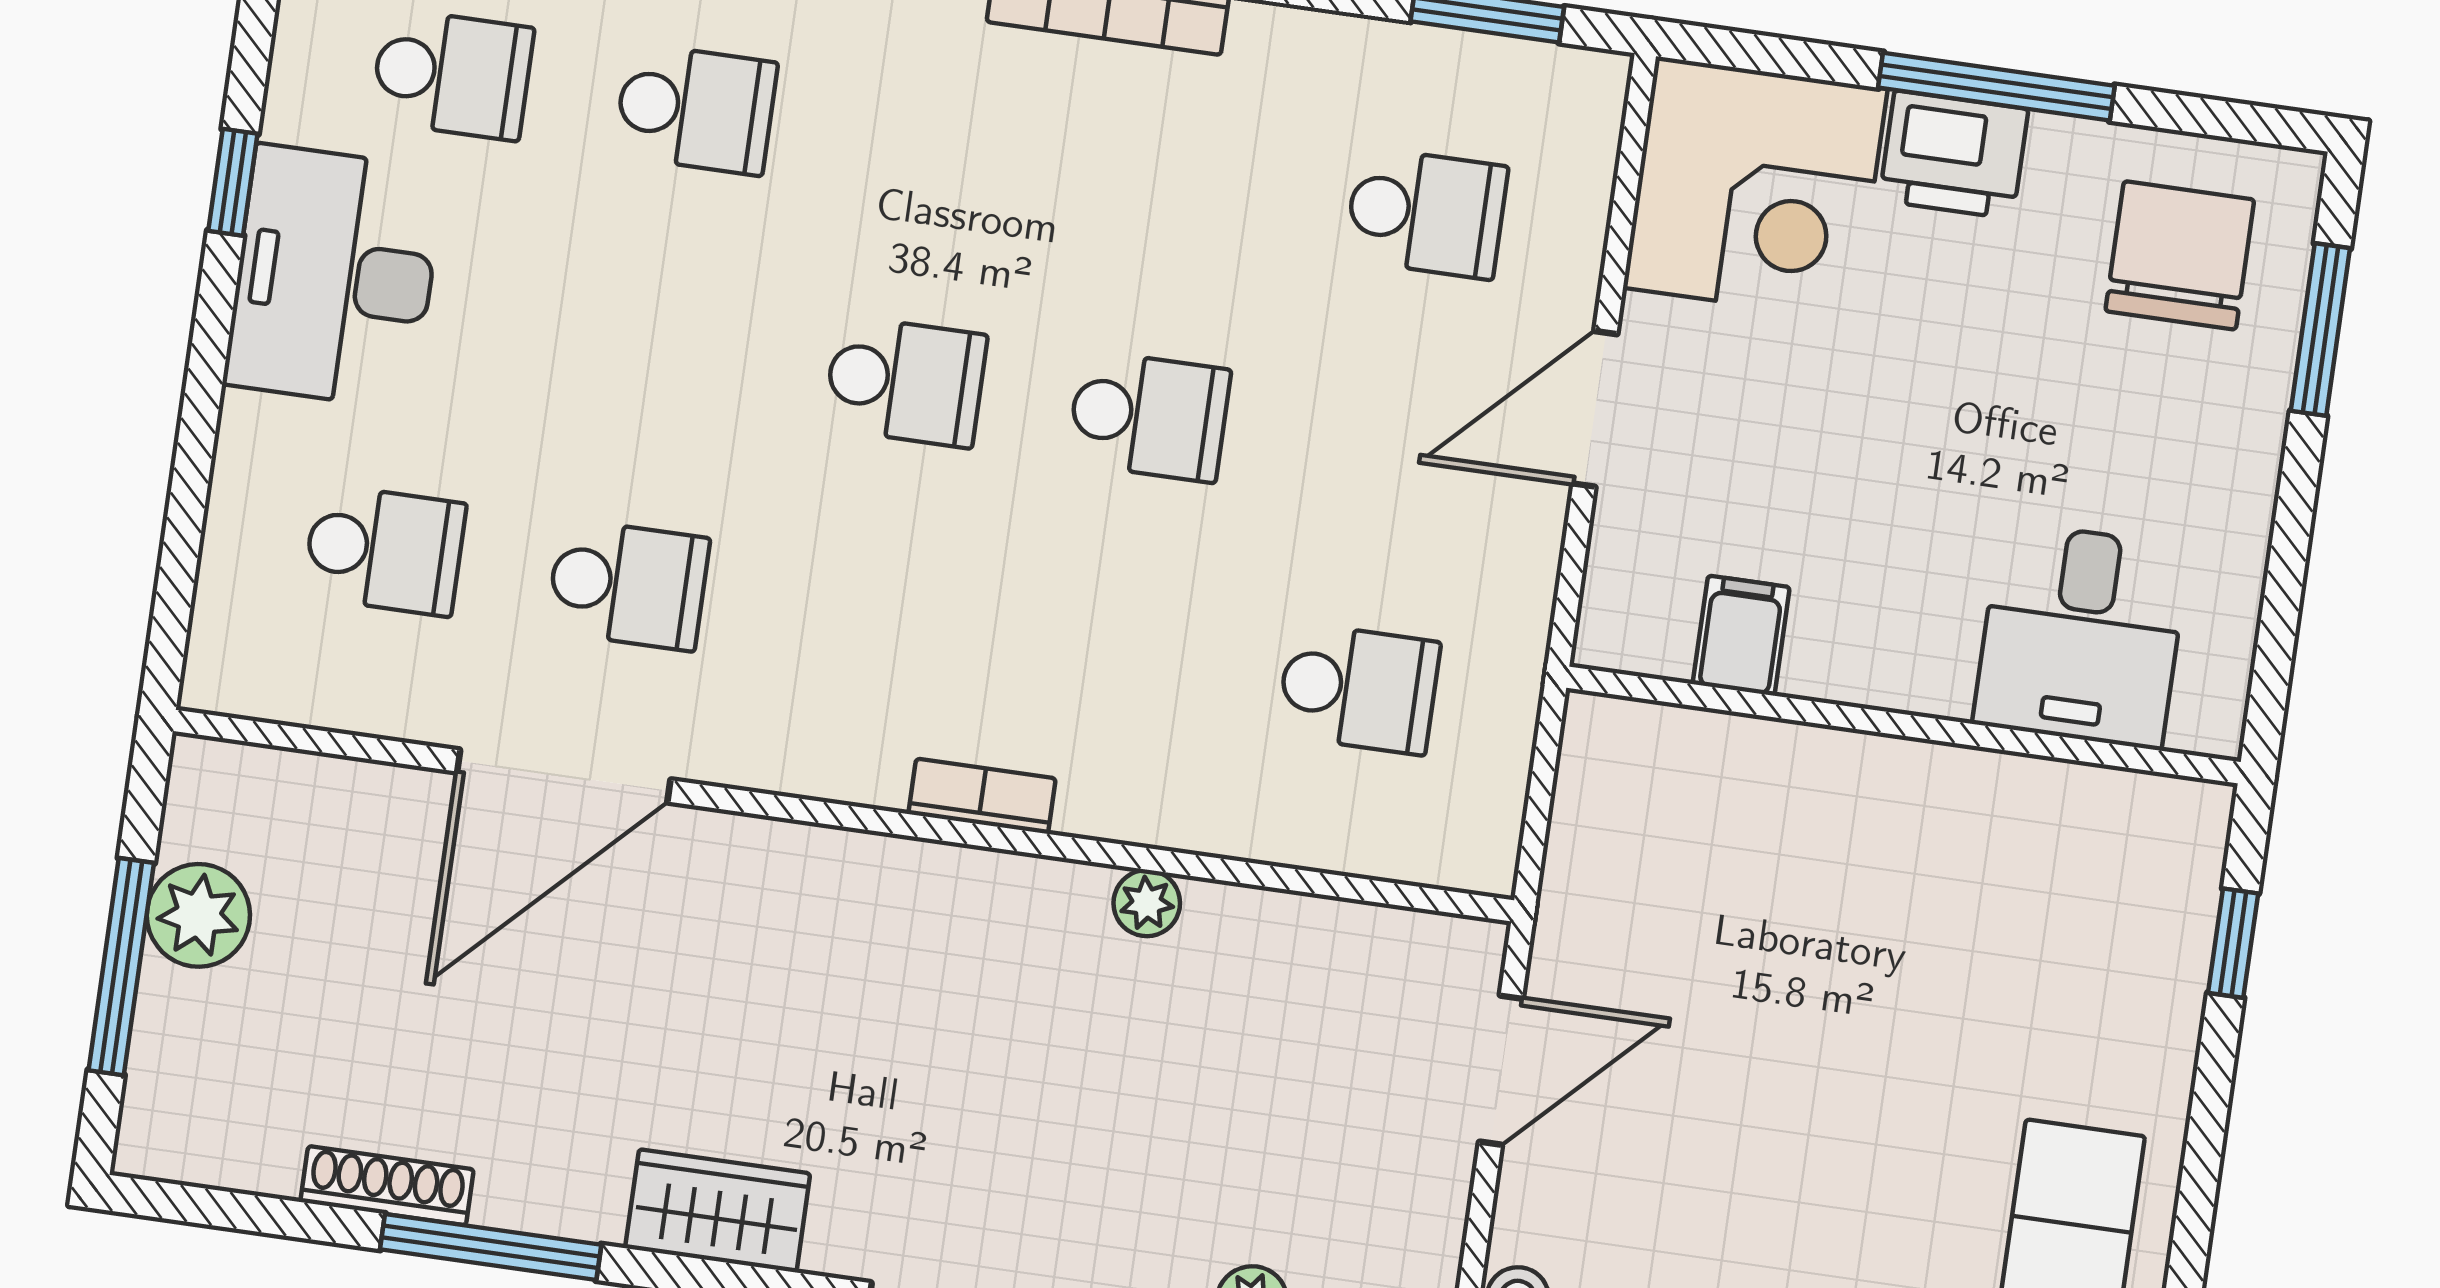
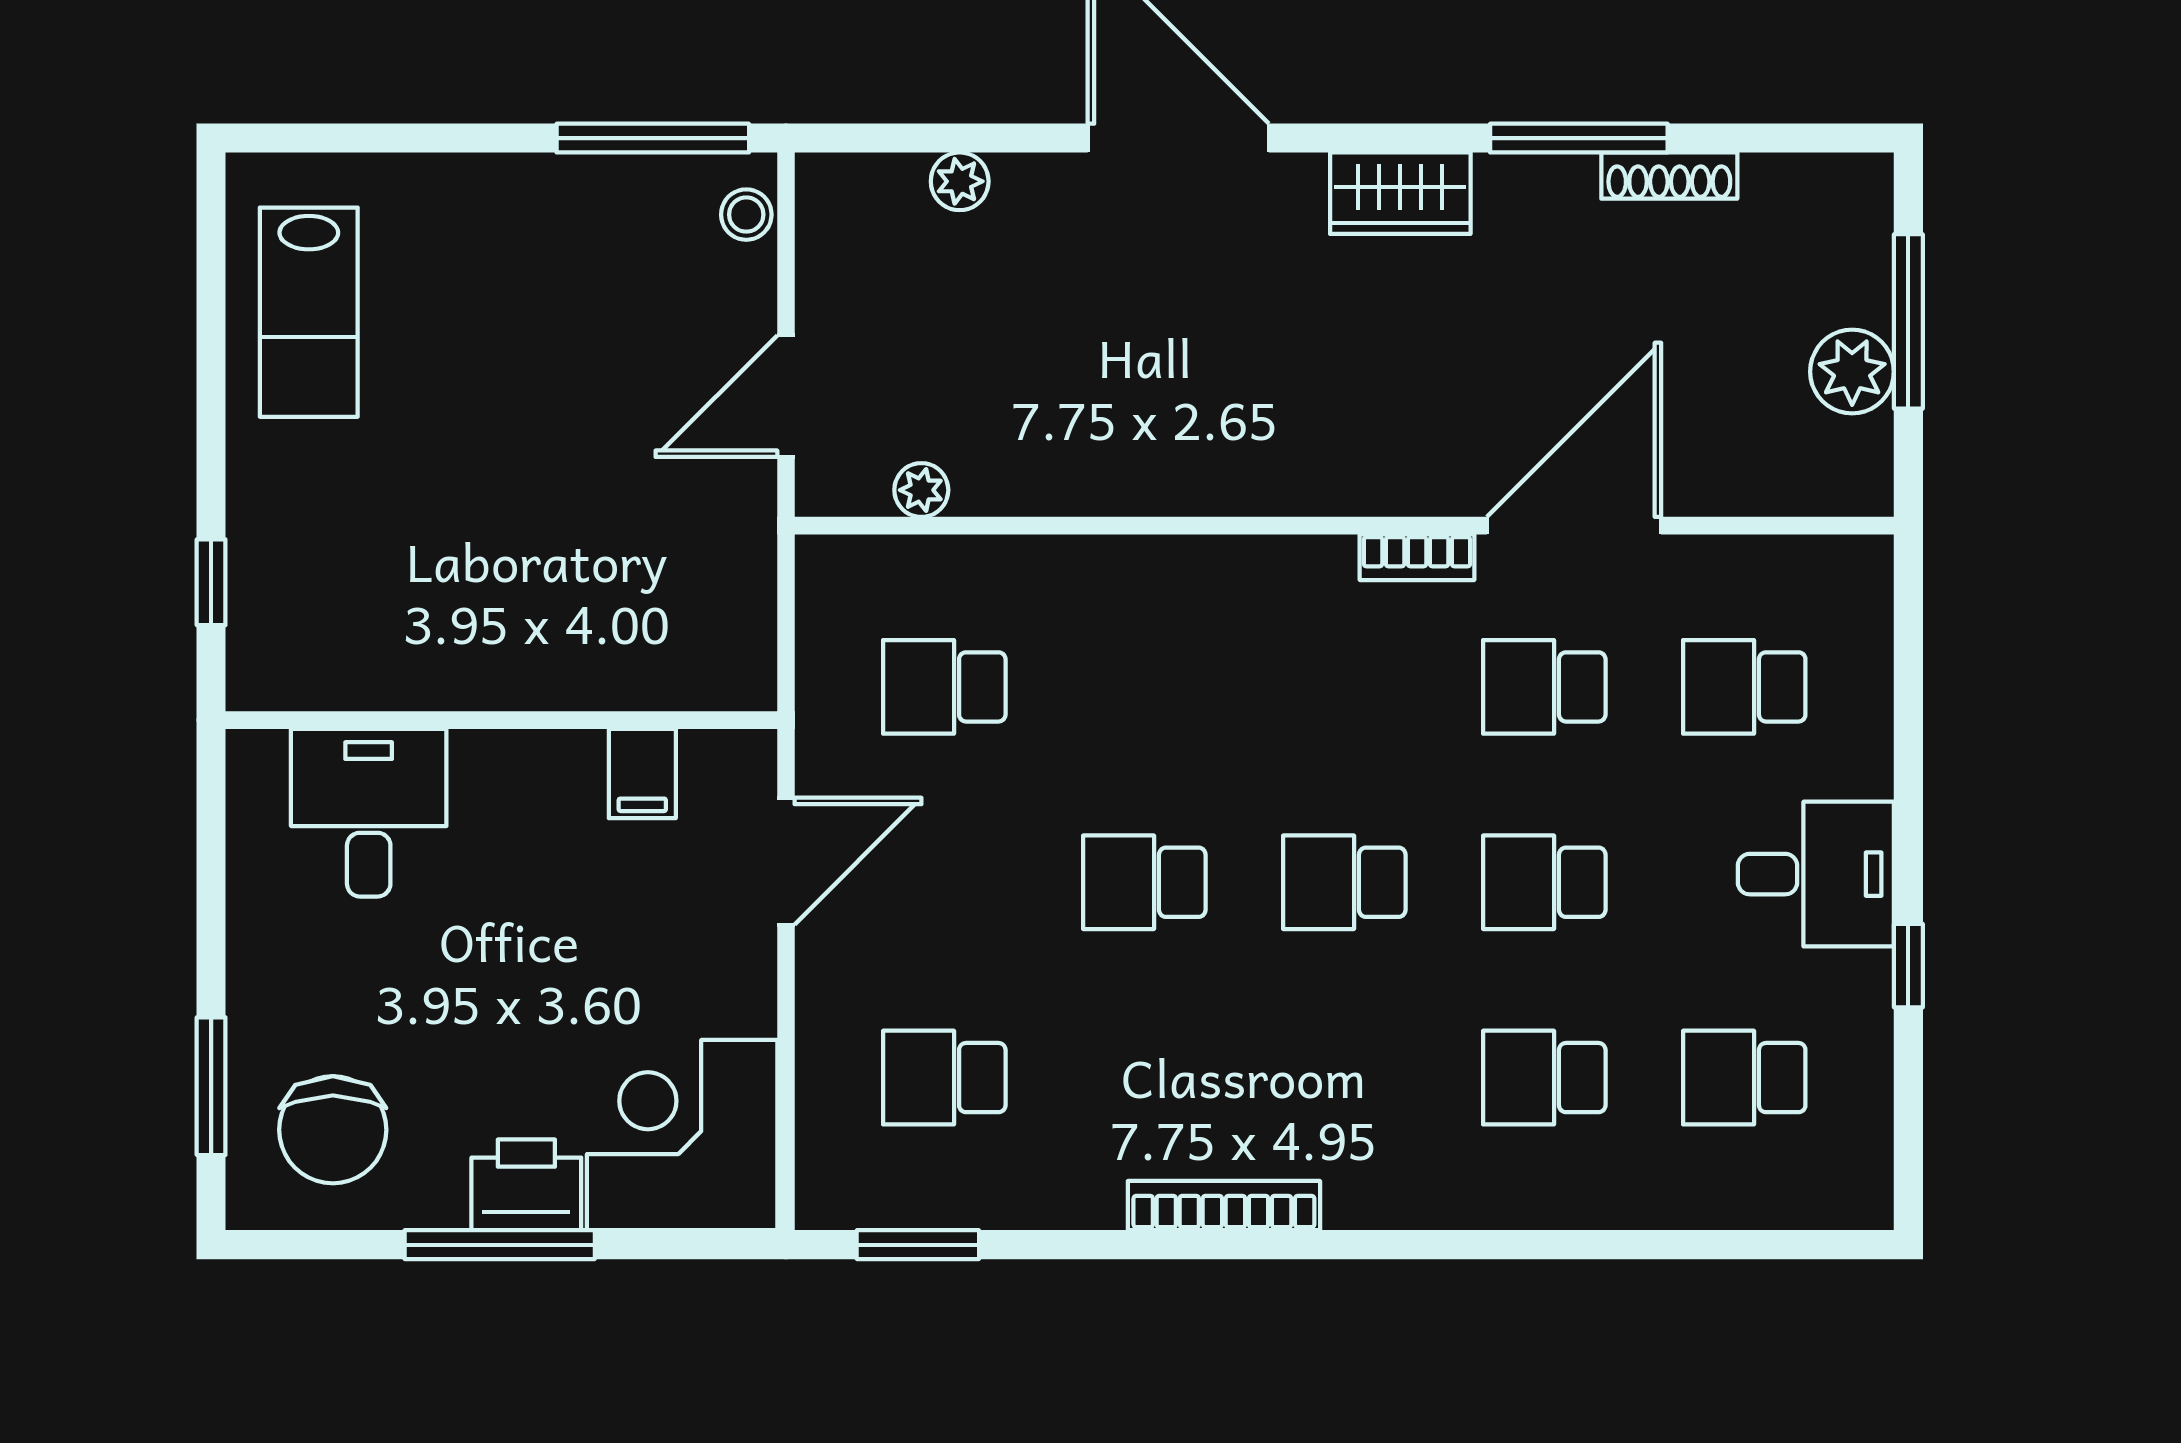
desk: (334, 277) -> (1816, 874), width x0.73
school desk: (662, 347) -> (1544, 882), added
door: (1595, 409) -> (786, 861), moved
bookcase: (982, 796) -> (1417, 557), moved
plant: (1147, 903) -> (921, 490), moved

